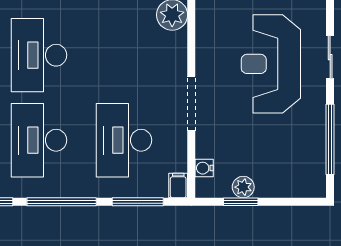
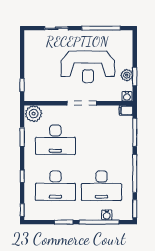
reception desk: (271, 64) -> (88, 67), moved
desk: (124, 140) -> (55, 140), moved
water cooler: (204, 168) -> (127, 96), moved

